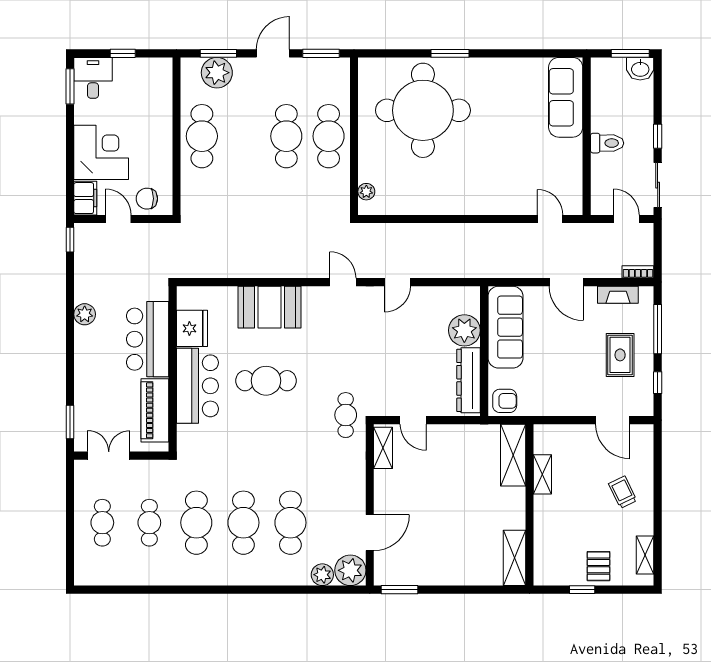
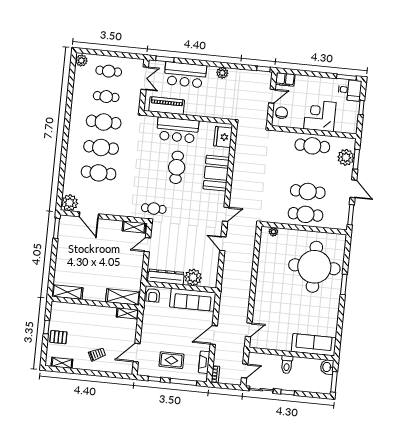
washbasin: (640, 69) -> (327, 367), moved
corner desk: (101, 152) -> (320, 116), moved, turned 180
fridge: (192, 328) -> (223, 137), moved, turned 90
bar counter: (148, 339) -> (185, 75), moved, turned 180
shelving: (542, 474) -> (128, 313), moved
plant: (322, 575) -> (81, 60), moved

